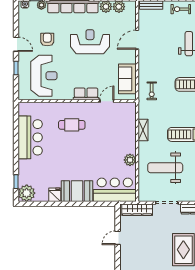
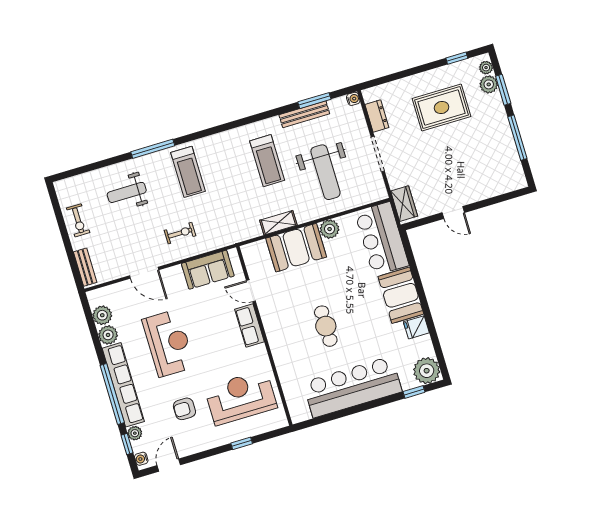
reception desk: (90, 42) -> (169, 343), turned 180
door: (16, 44) -> (169, 465), moved
exercise bike: (152, 91) -> (180, 233), moved
cafe table: (72, 125) -> (326, 326), moved
booth: (125, 136) -> (296, 248), added
bar counter: (30, 137) -> (352, 387), width x1.36
wardrobe: (137, 210) -> (404, 204), width x0.67

